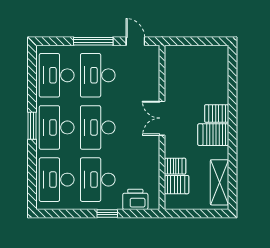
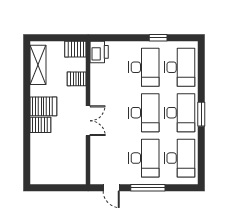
server rack: (177, 185) -> (75, 49), moved
printer: (135, 199) -> (99, 52), moved, turned -90
window: (107, 214) -> (158, 38), moved

